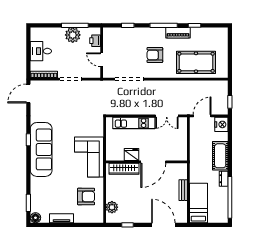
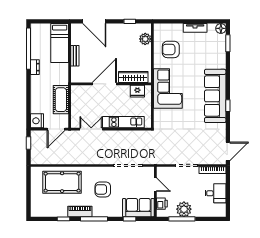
sofa: (119, 37) -> (138, 208), added
armchair: (155, 55) -> (103, 189), turned 180
fridge: (131, 154) -> (137, 91), moved
cot: (220, 156) -> (61, 100), moved

